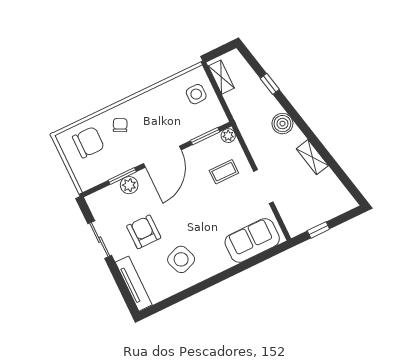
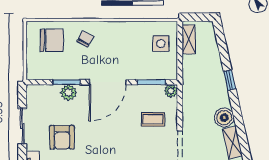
window: (270, 84) -> (230, 80), moved
boiler: (282, 124) -> (224, 118), moved
armchair: (144, 232) -> (62, 137), turned 180

